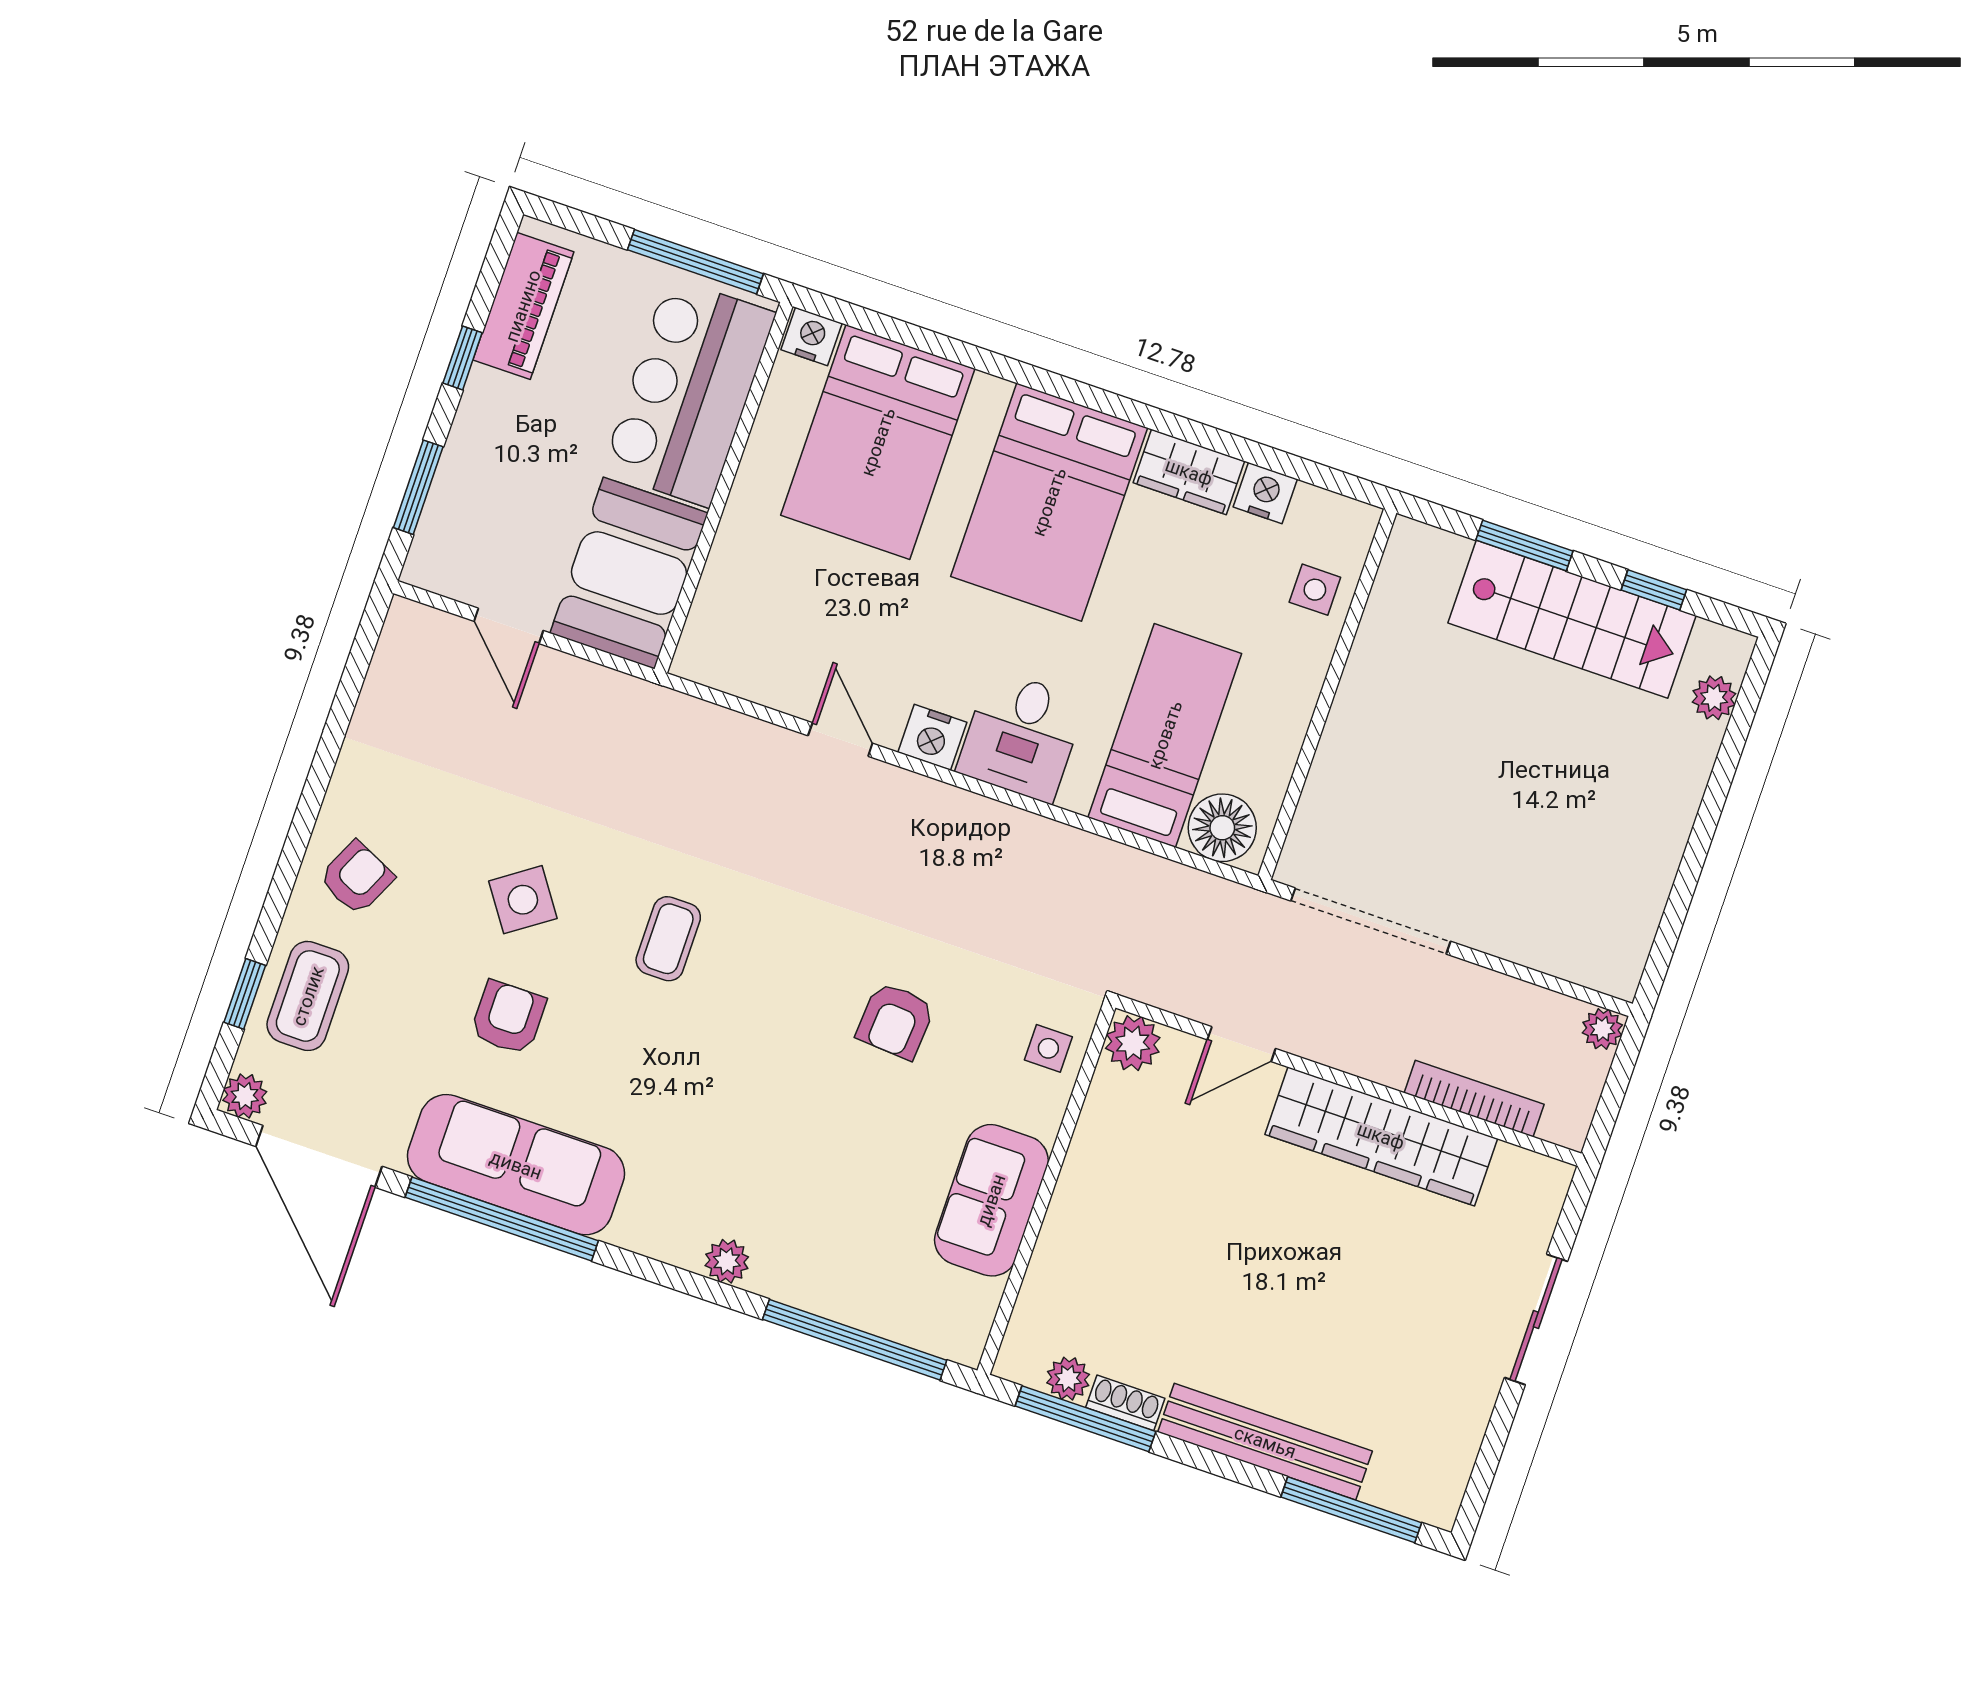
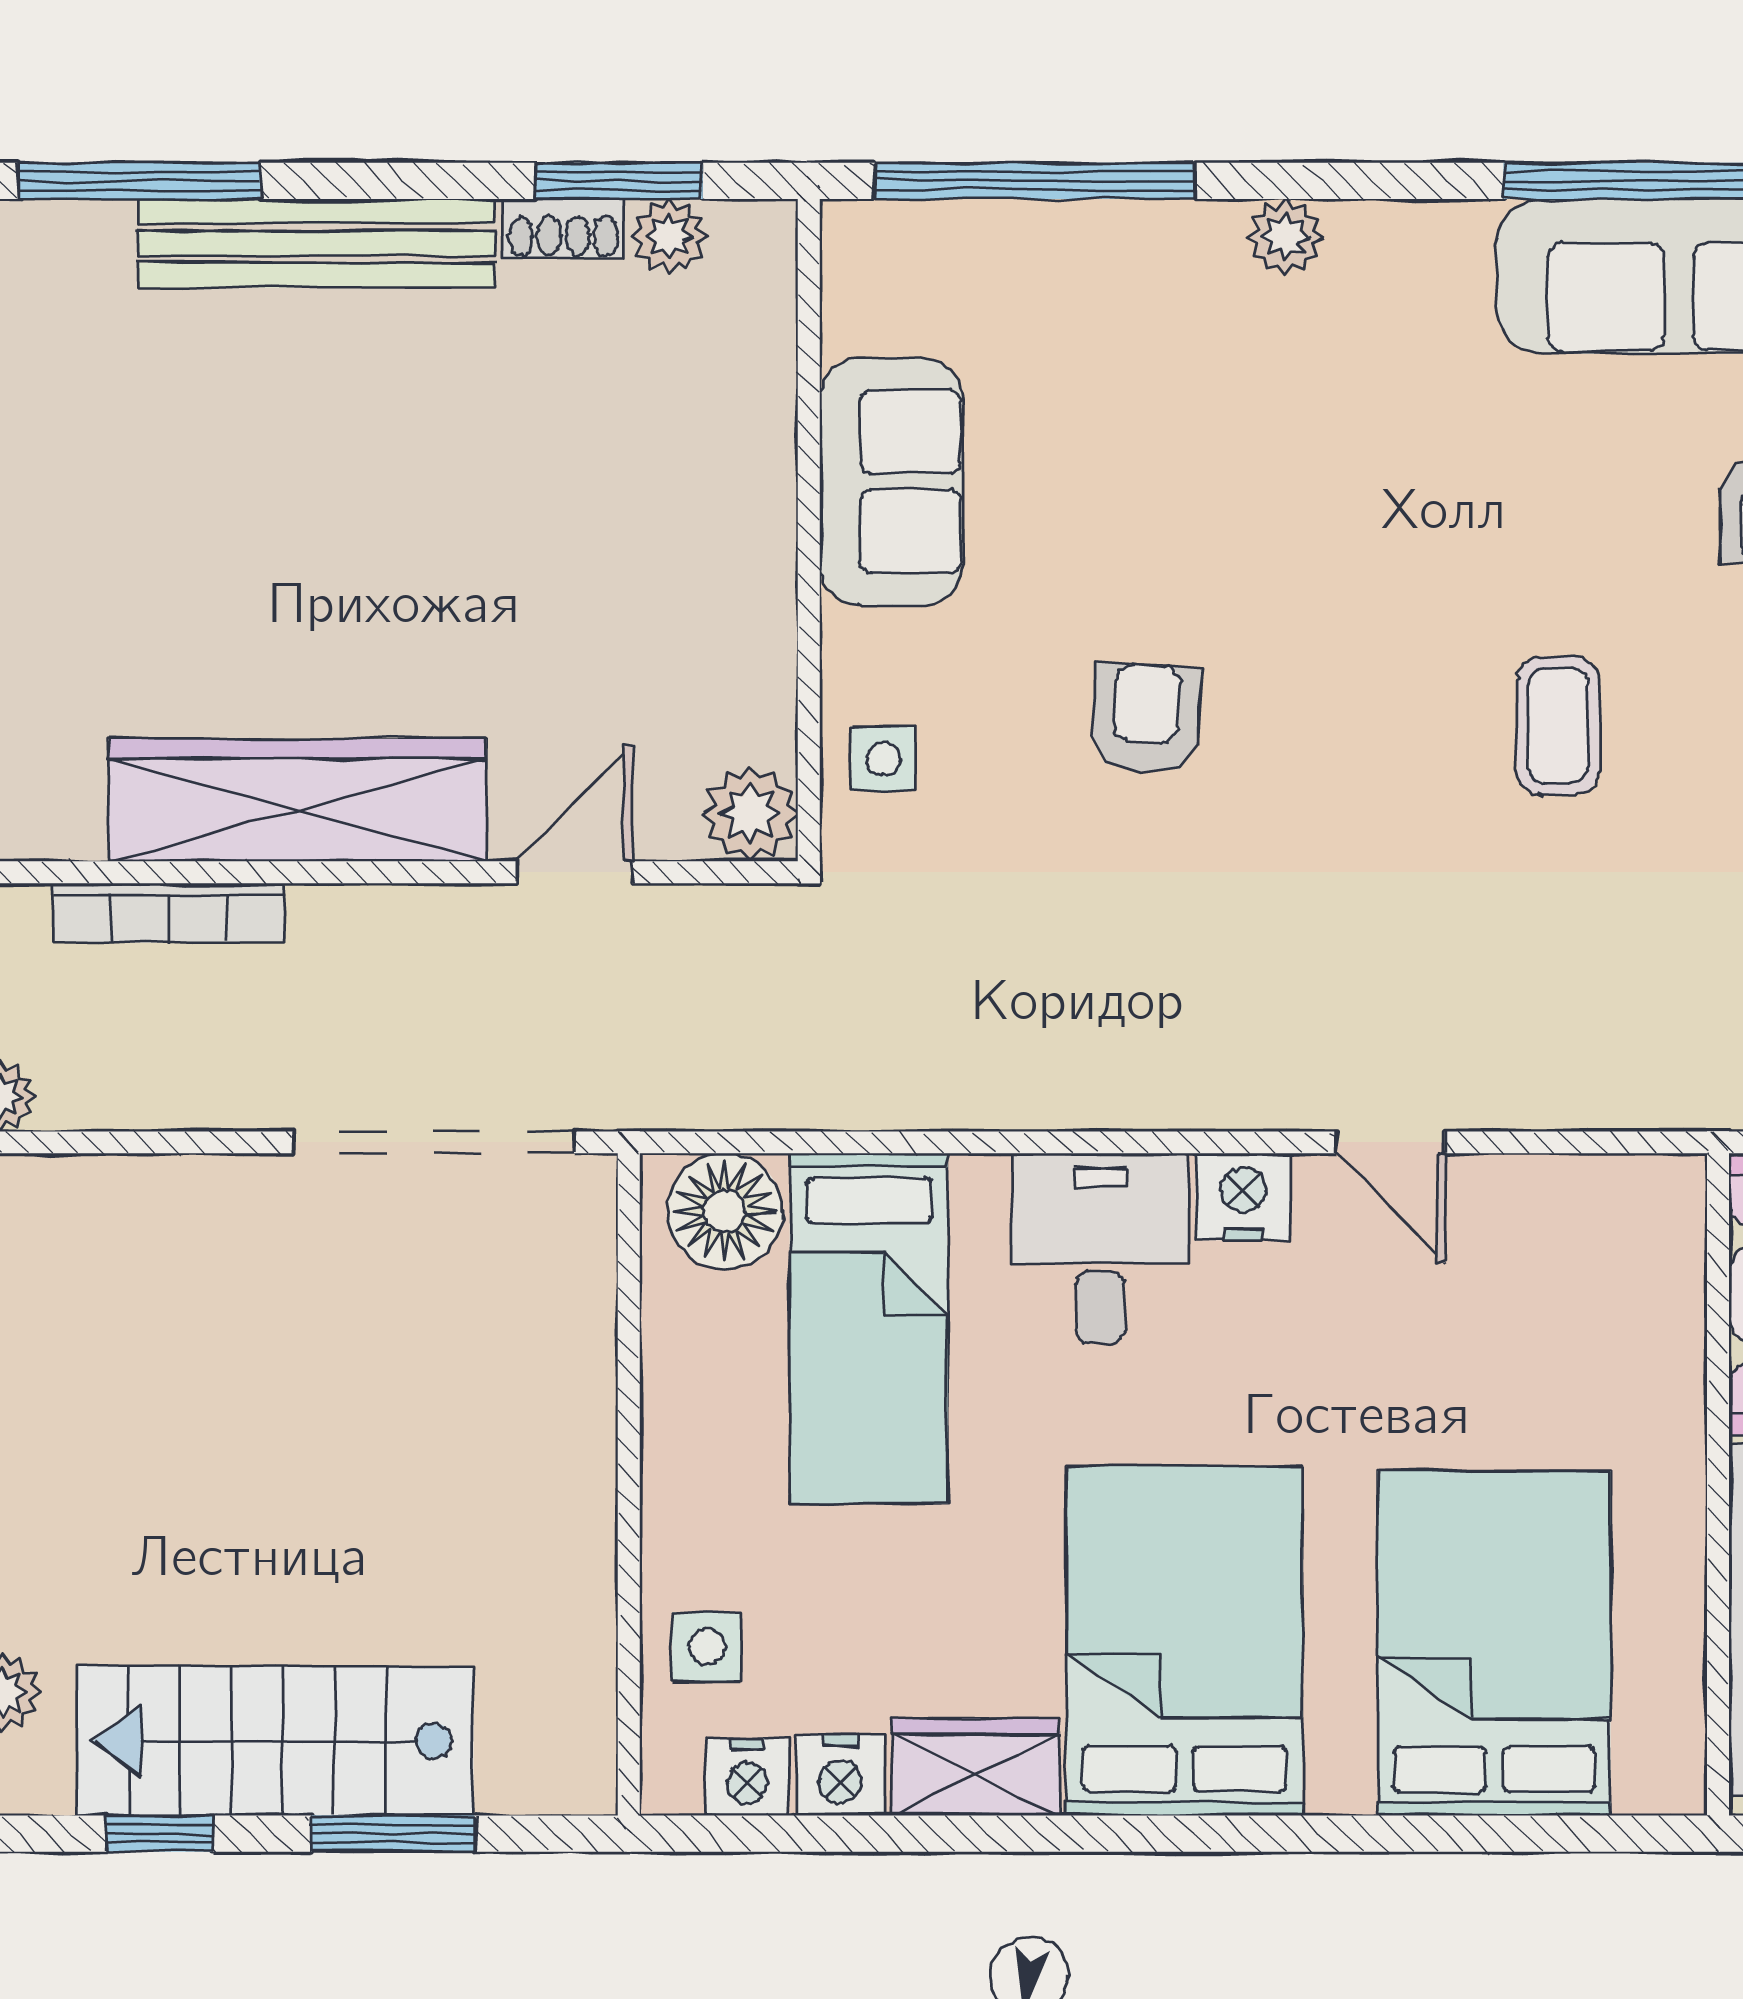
nightstand: (812, 337) -> (747, 1777), moved
window: (1085, 1419) -> (619, 181), width x0.69

